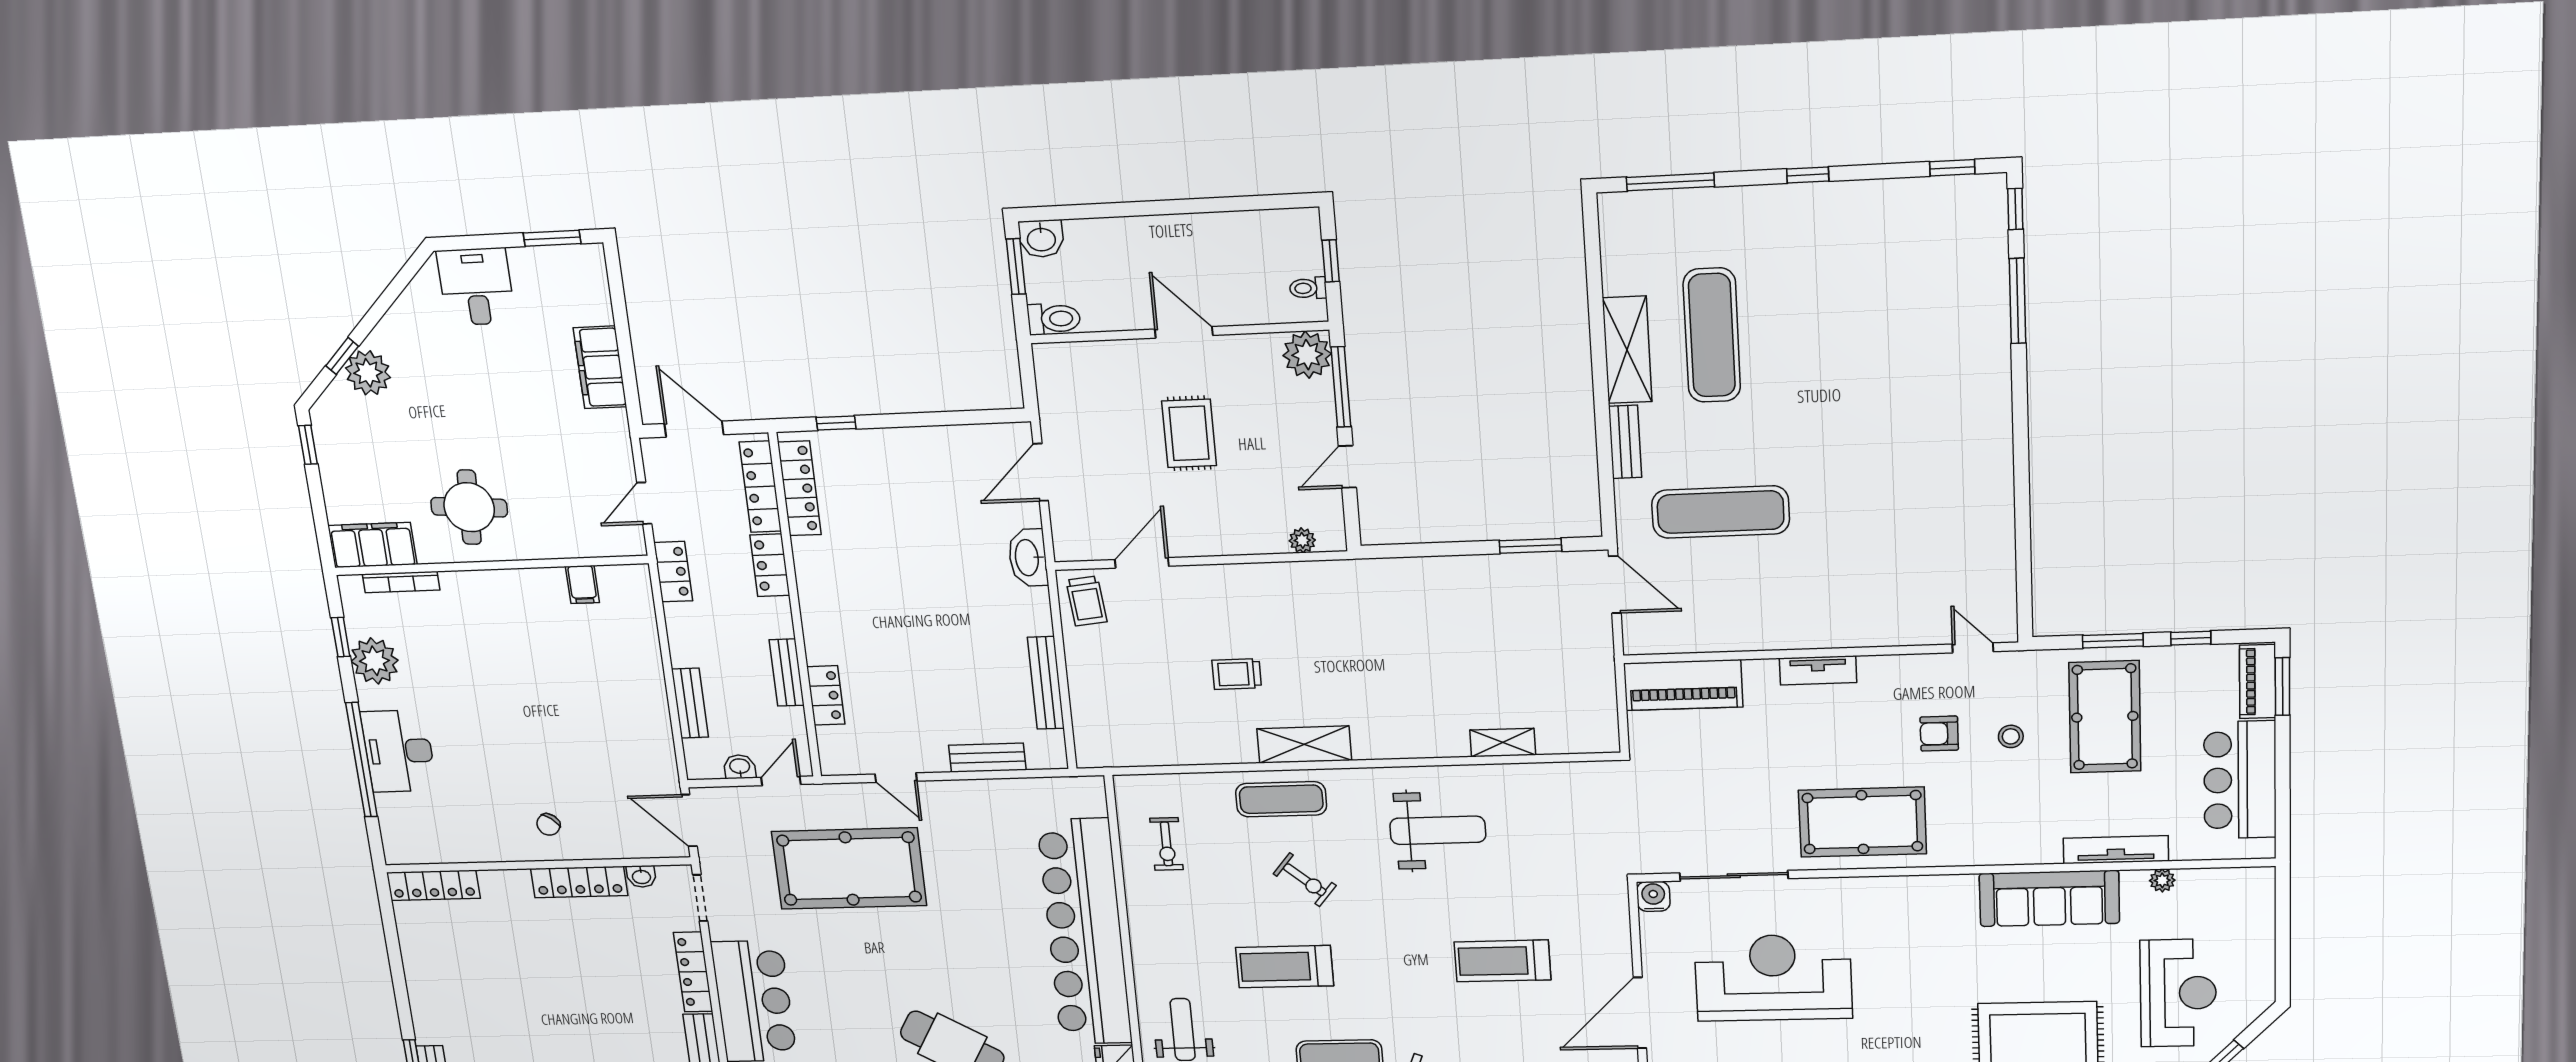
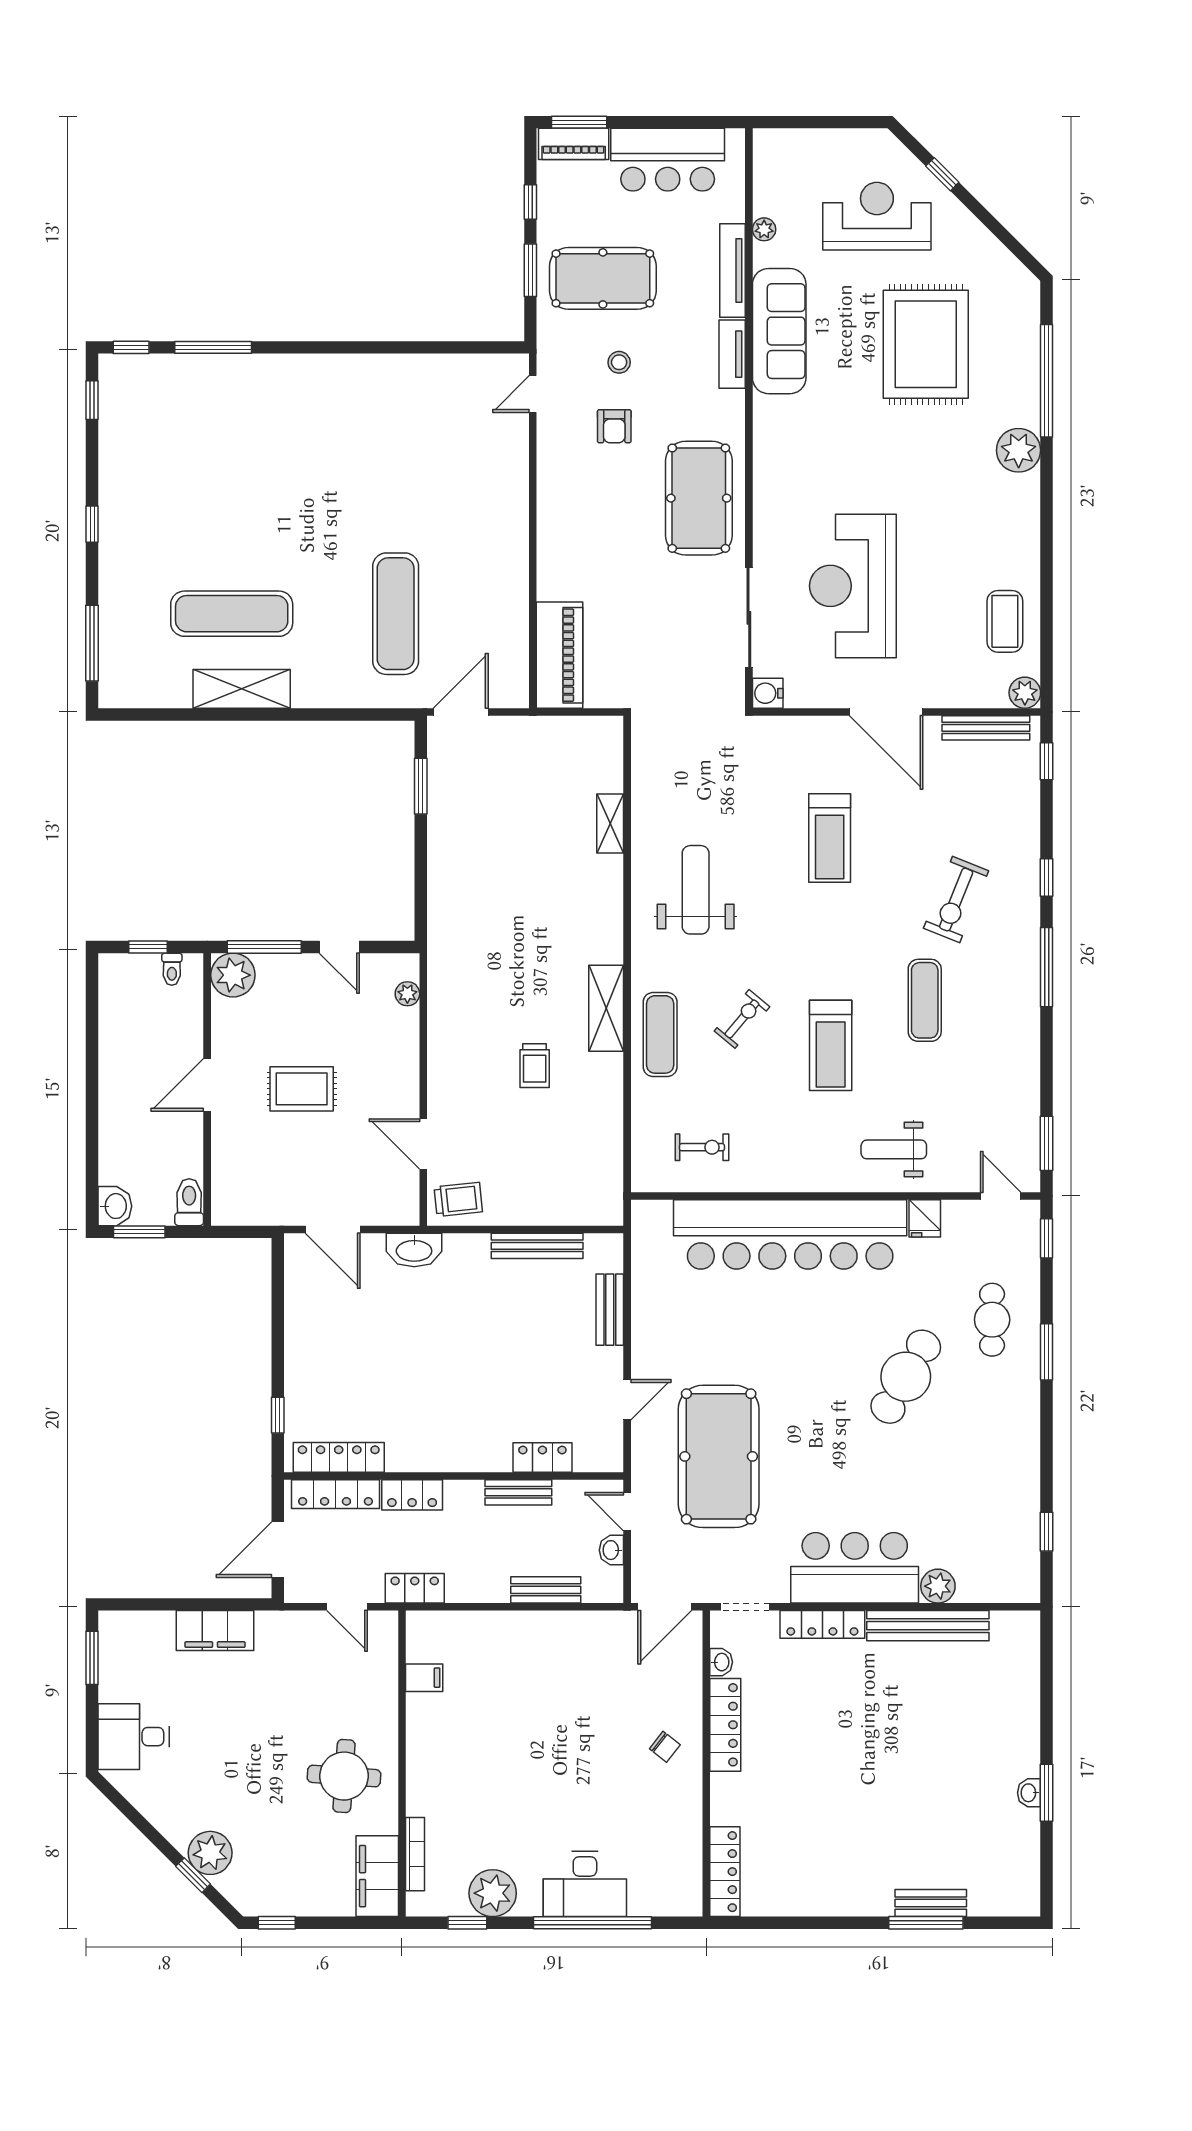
bench: (1625, 442) -> (326, 695), removed
tv unit: (1818, 670) -> (732, 354), moved, turned 180

